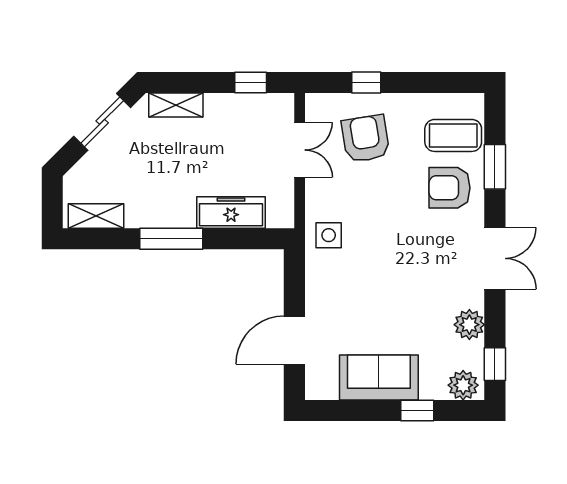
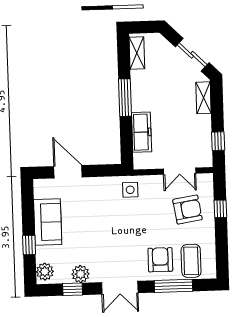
window: (495, 167) -> (173, 286), width x1.44
window: (495, 364) -> (73, 289), moved

